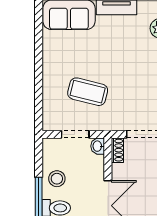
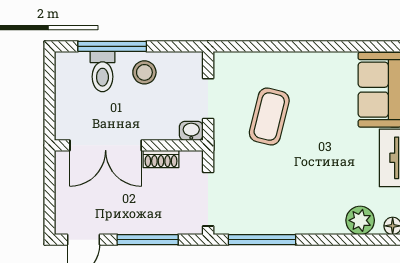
shoe rack: (117, 150) -> (161, 159), moved

